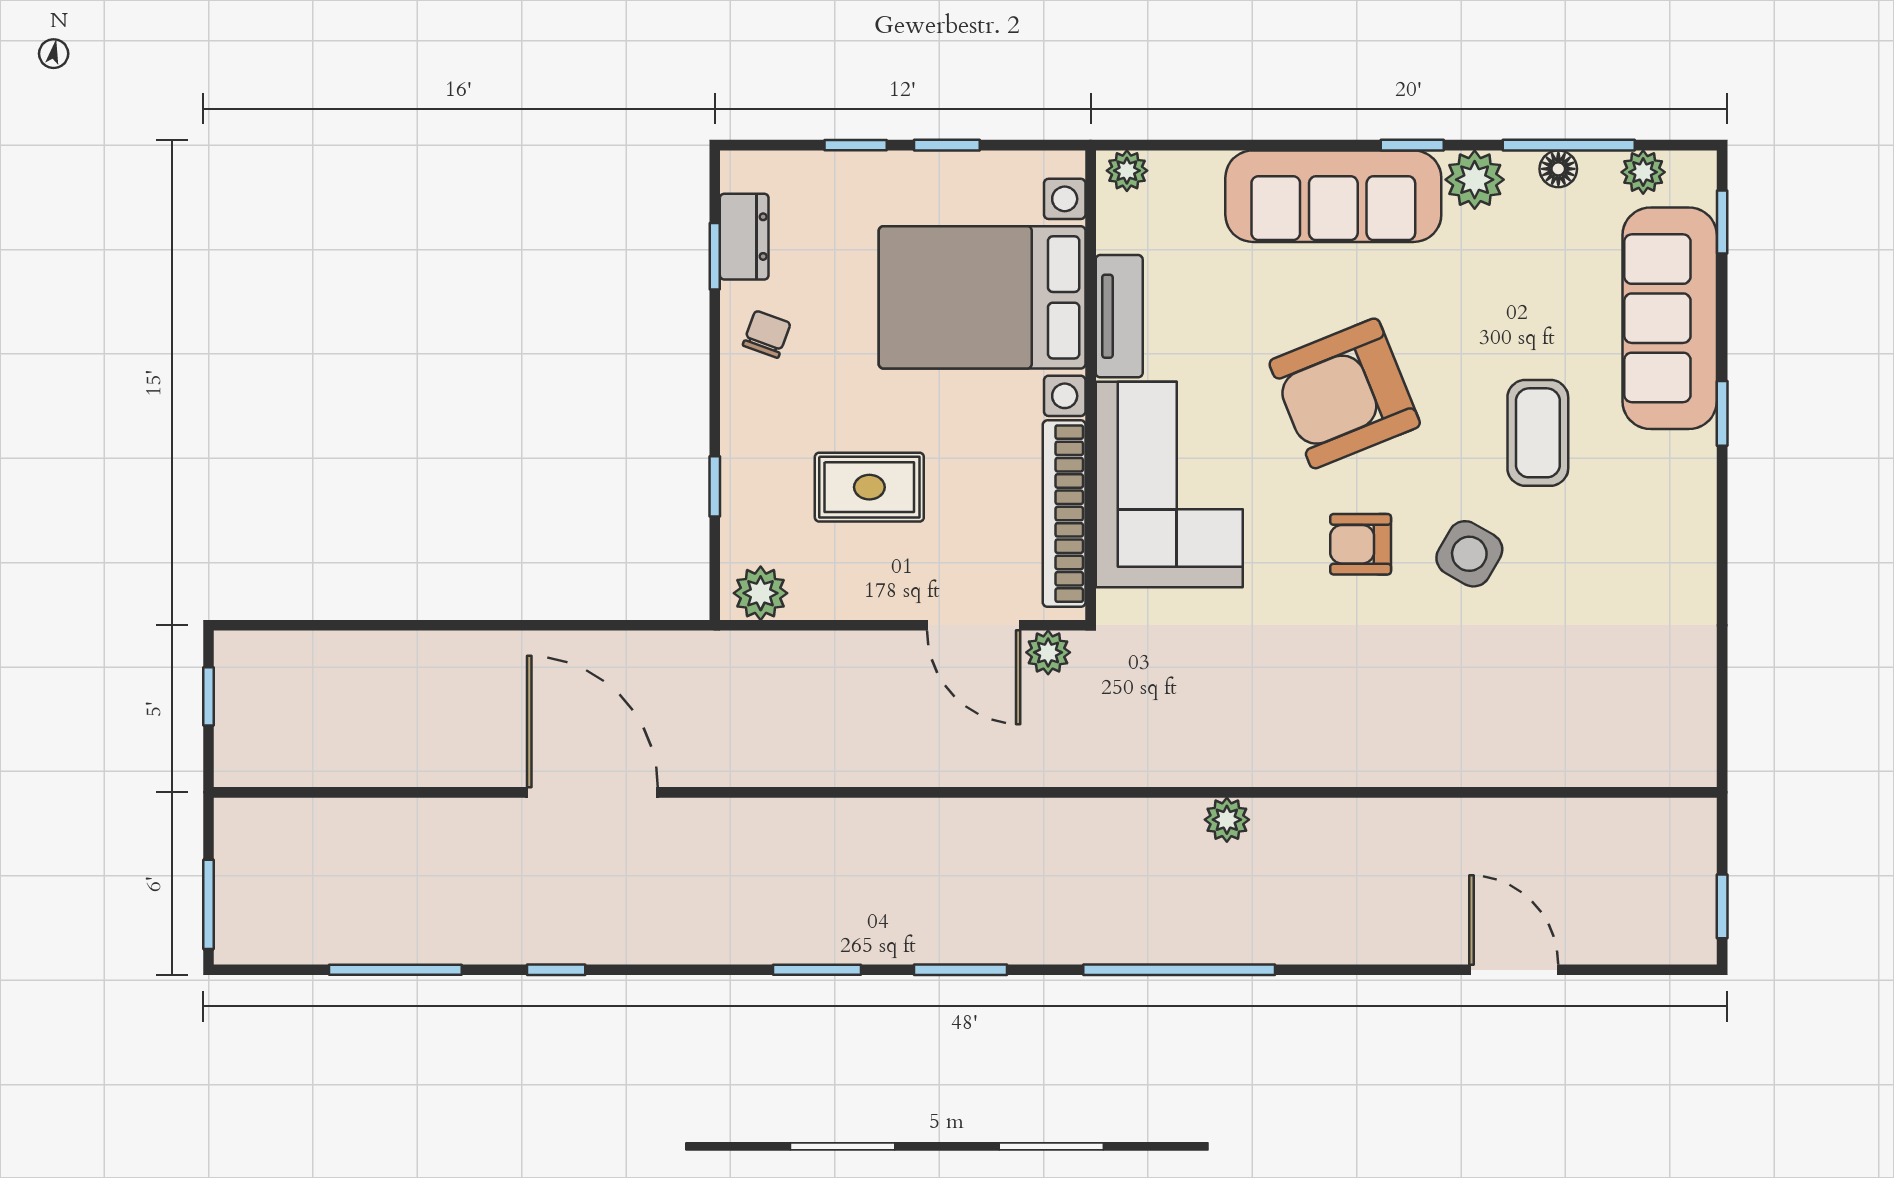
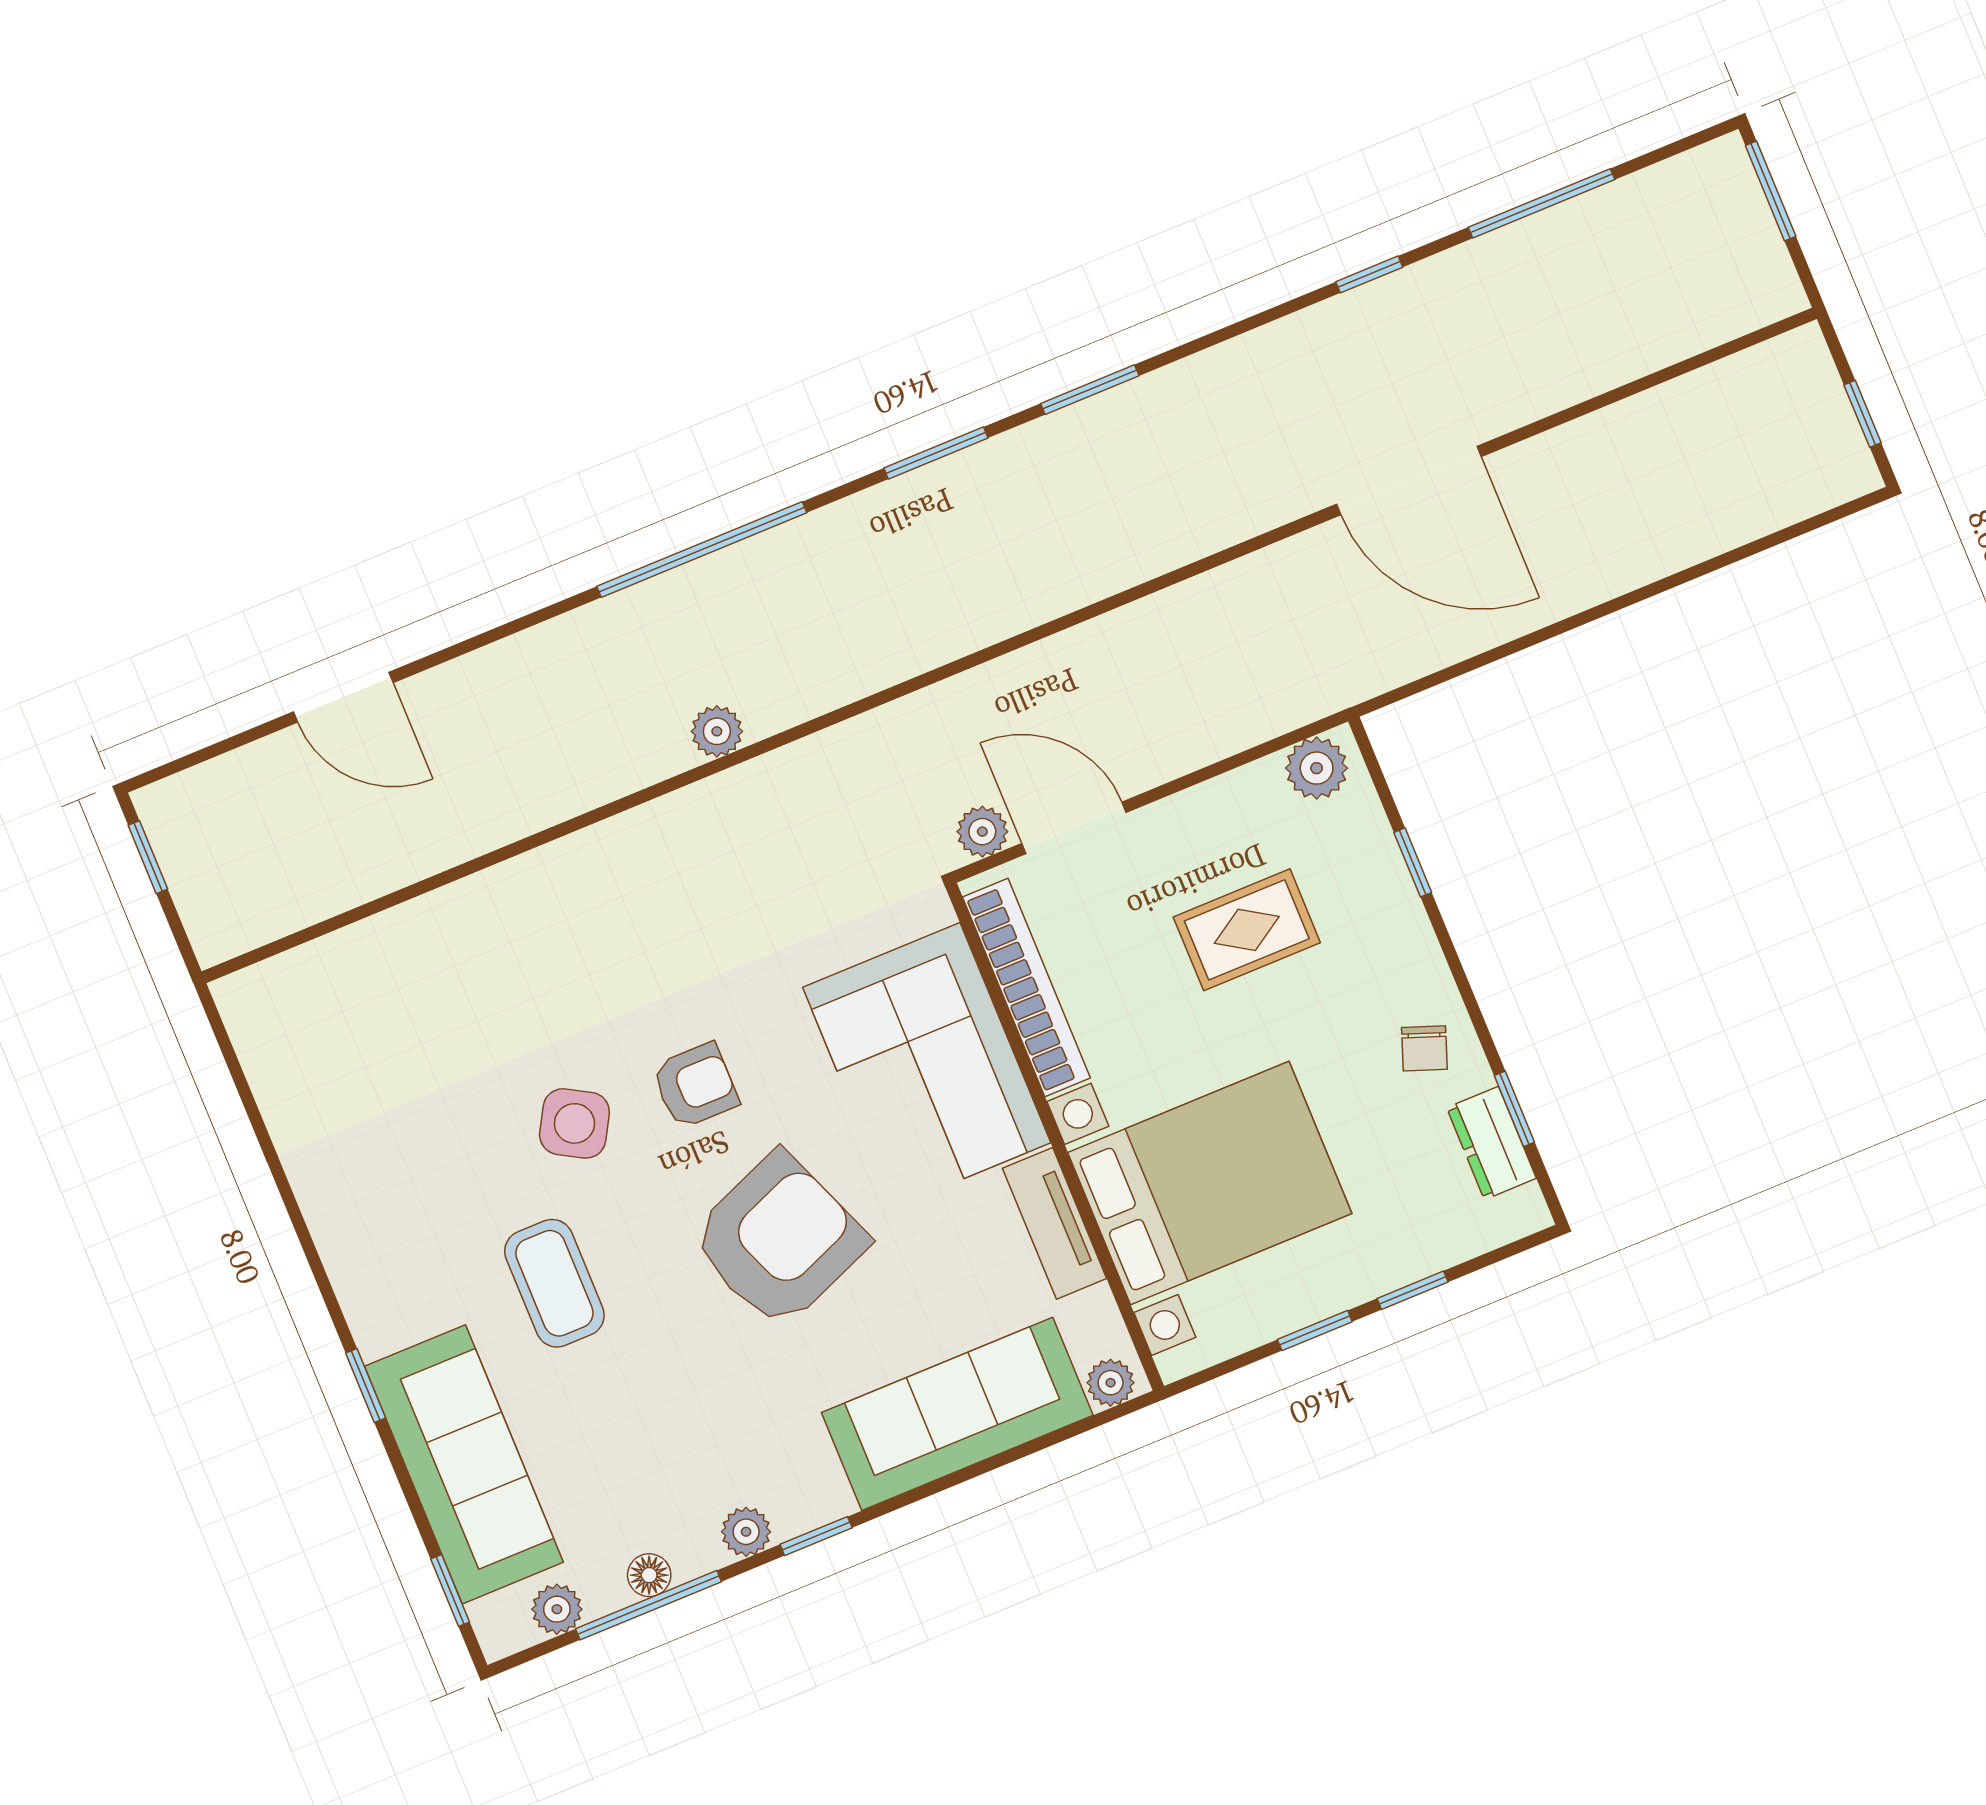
plant: (1475, 180) -> (746, 1532), width x0.73, depth x0.73
sofa: (1333, 196) -> (957, 1414), moved

